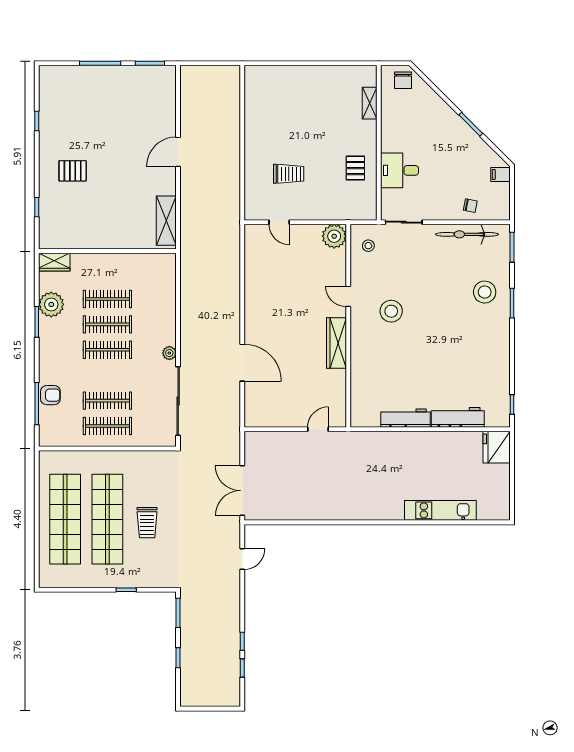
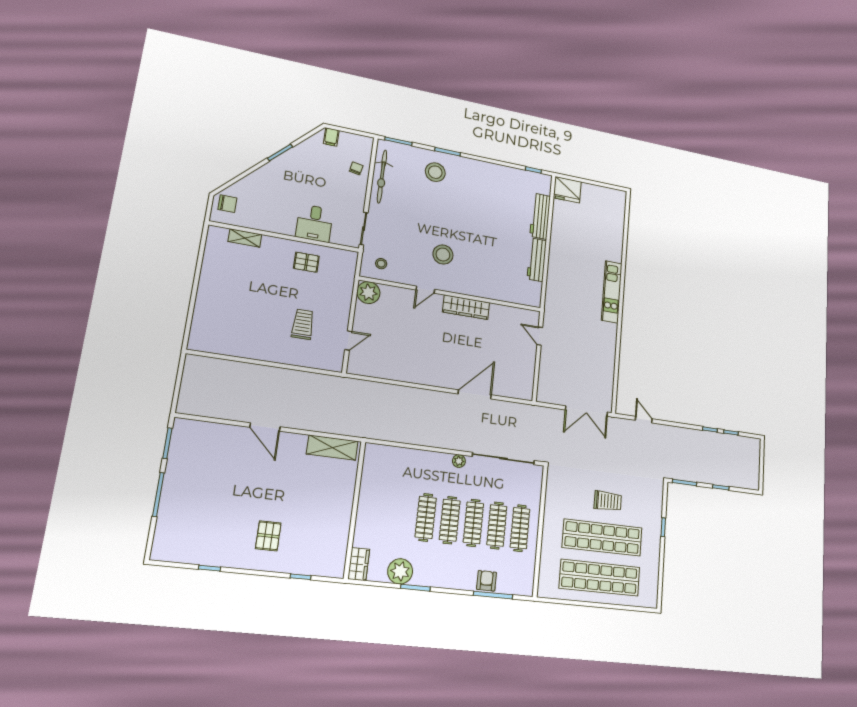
clothes rail: (107, 299) -> (473, 523), moved
kitchen unit: (440, 510) -> (612, 292), moved

